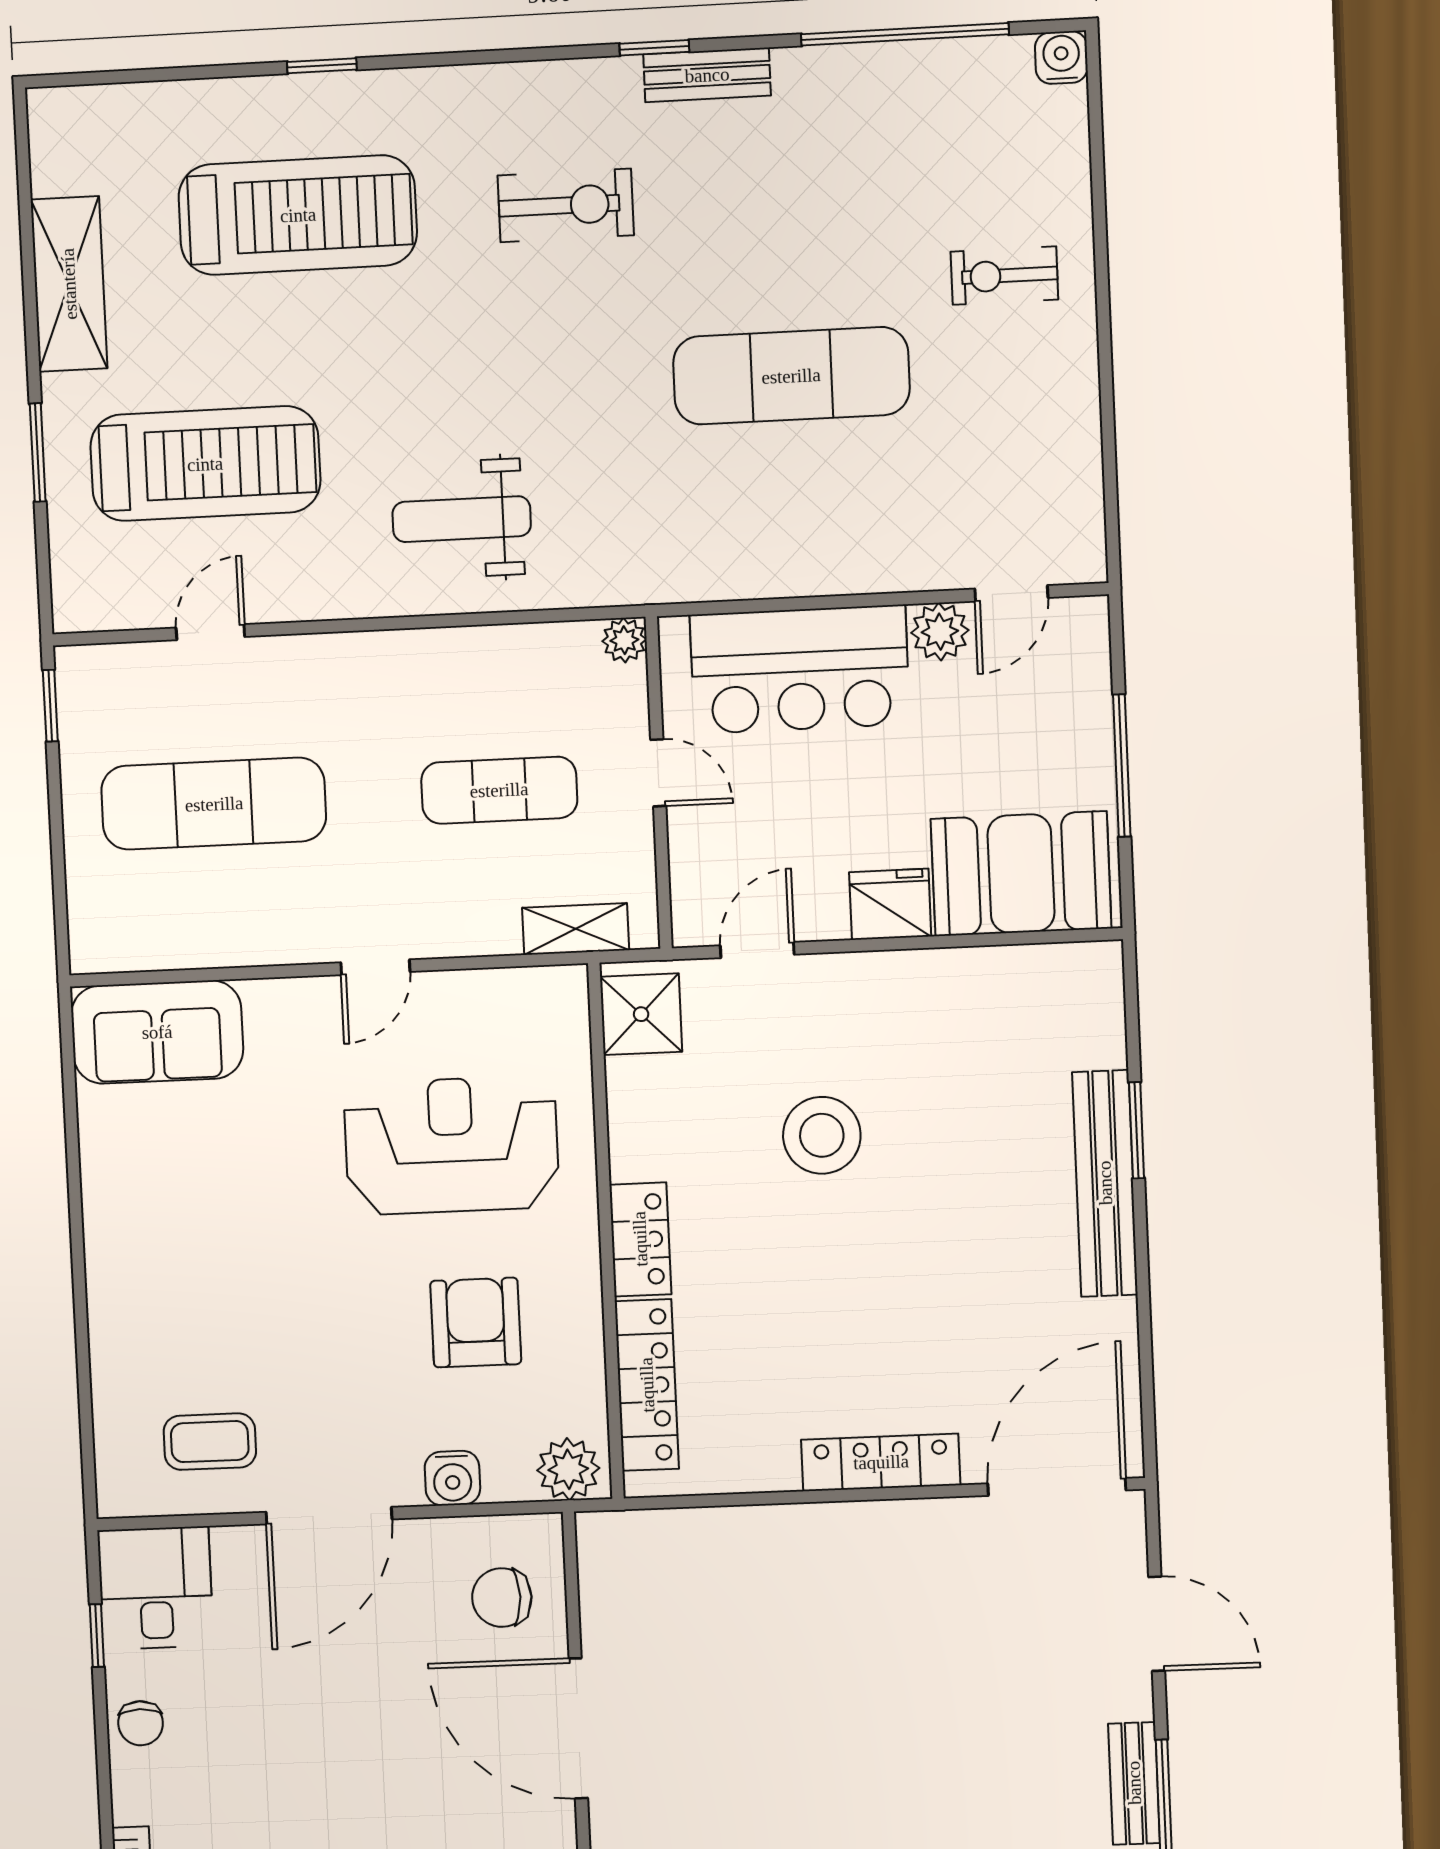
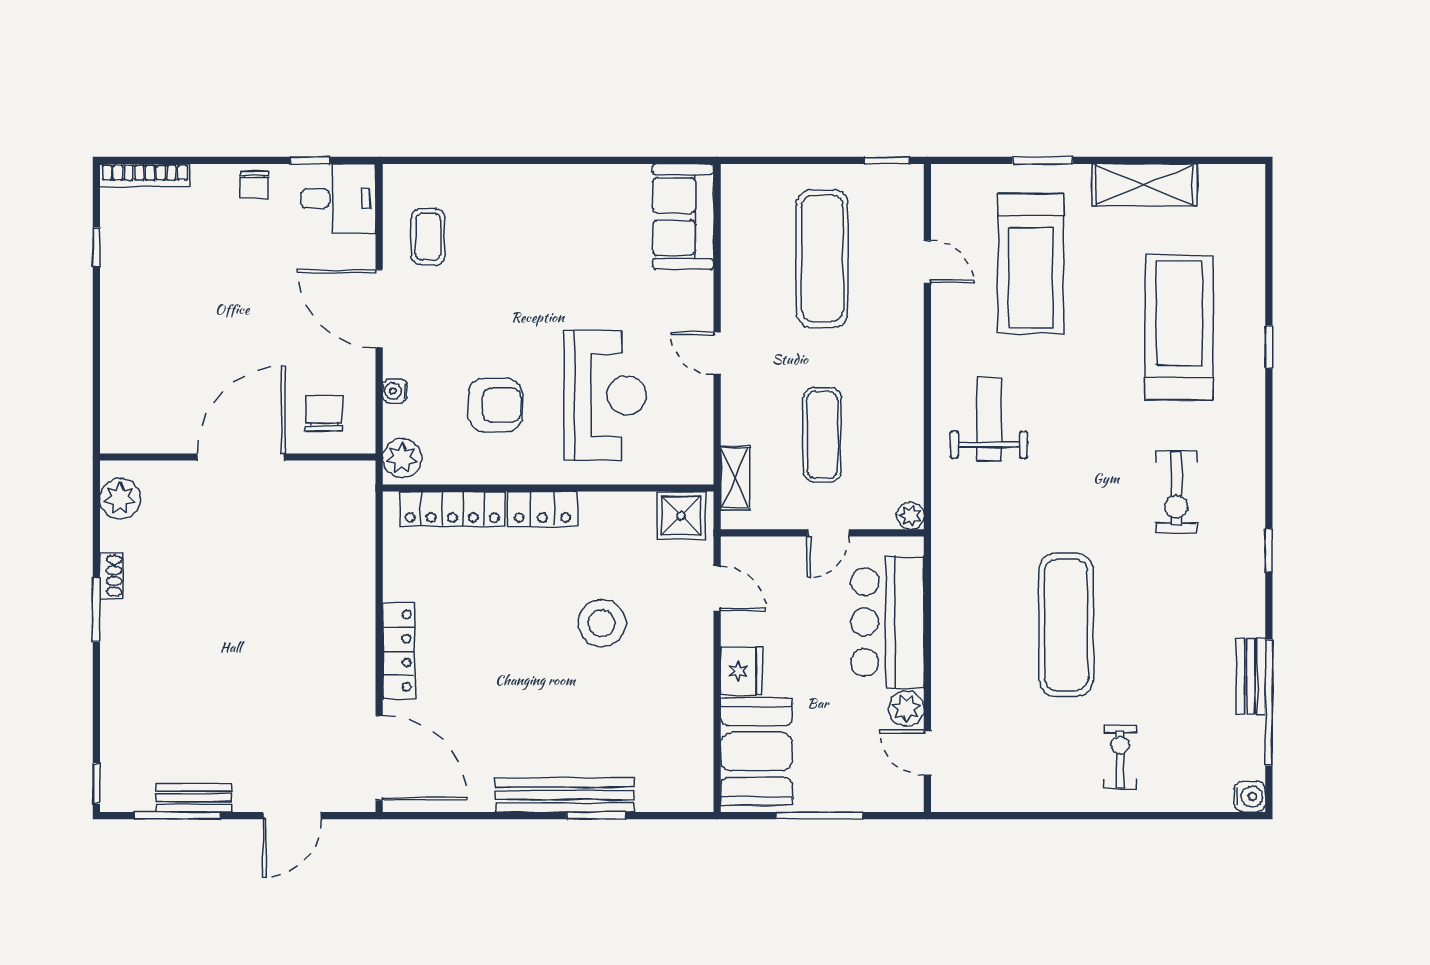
bench: (707, 75) -> (1251, 676), moved
treadmill: (298, 215) -> (1179, 328), turned 180
water cooler: (452, 1478) -> (395, 391), width x0.72, depth x0.72
chair: (141, 1723) -> (254, 185), turned -90

